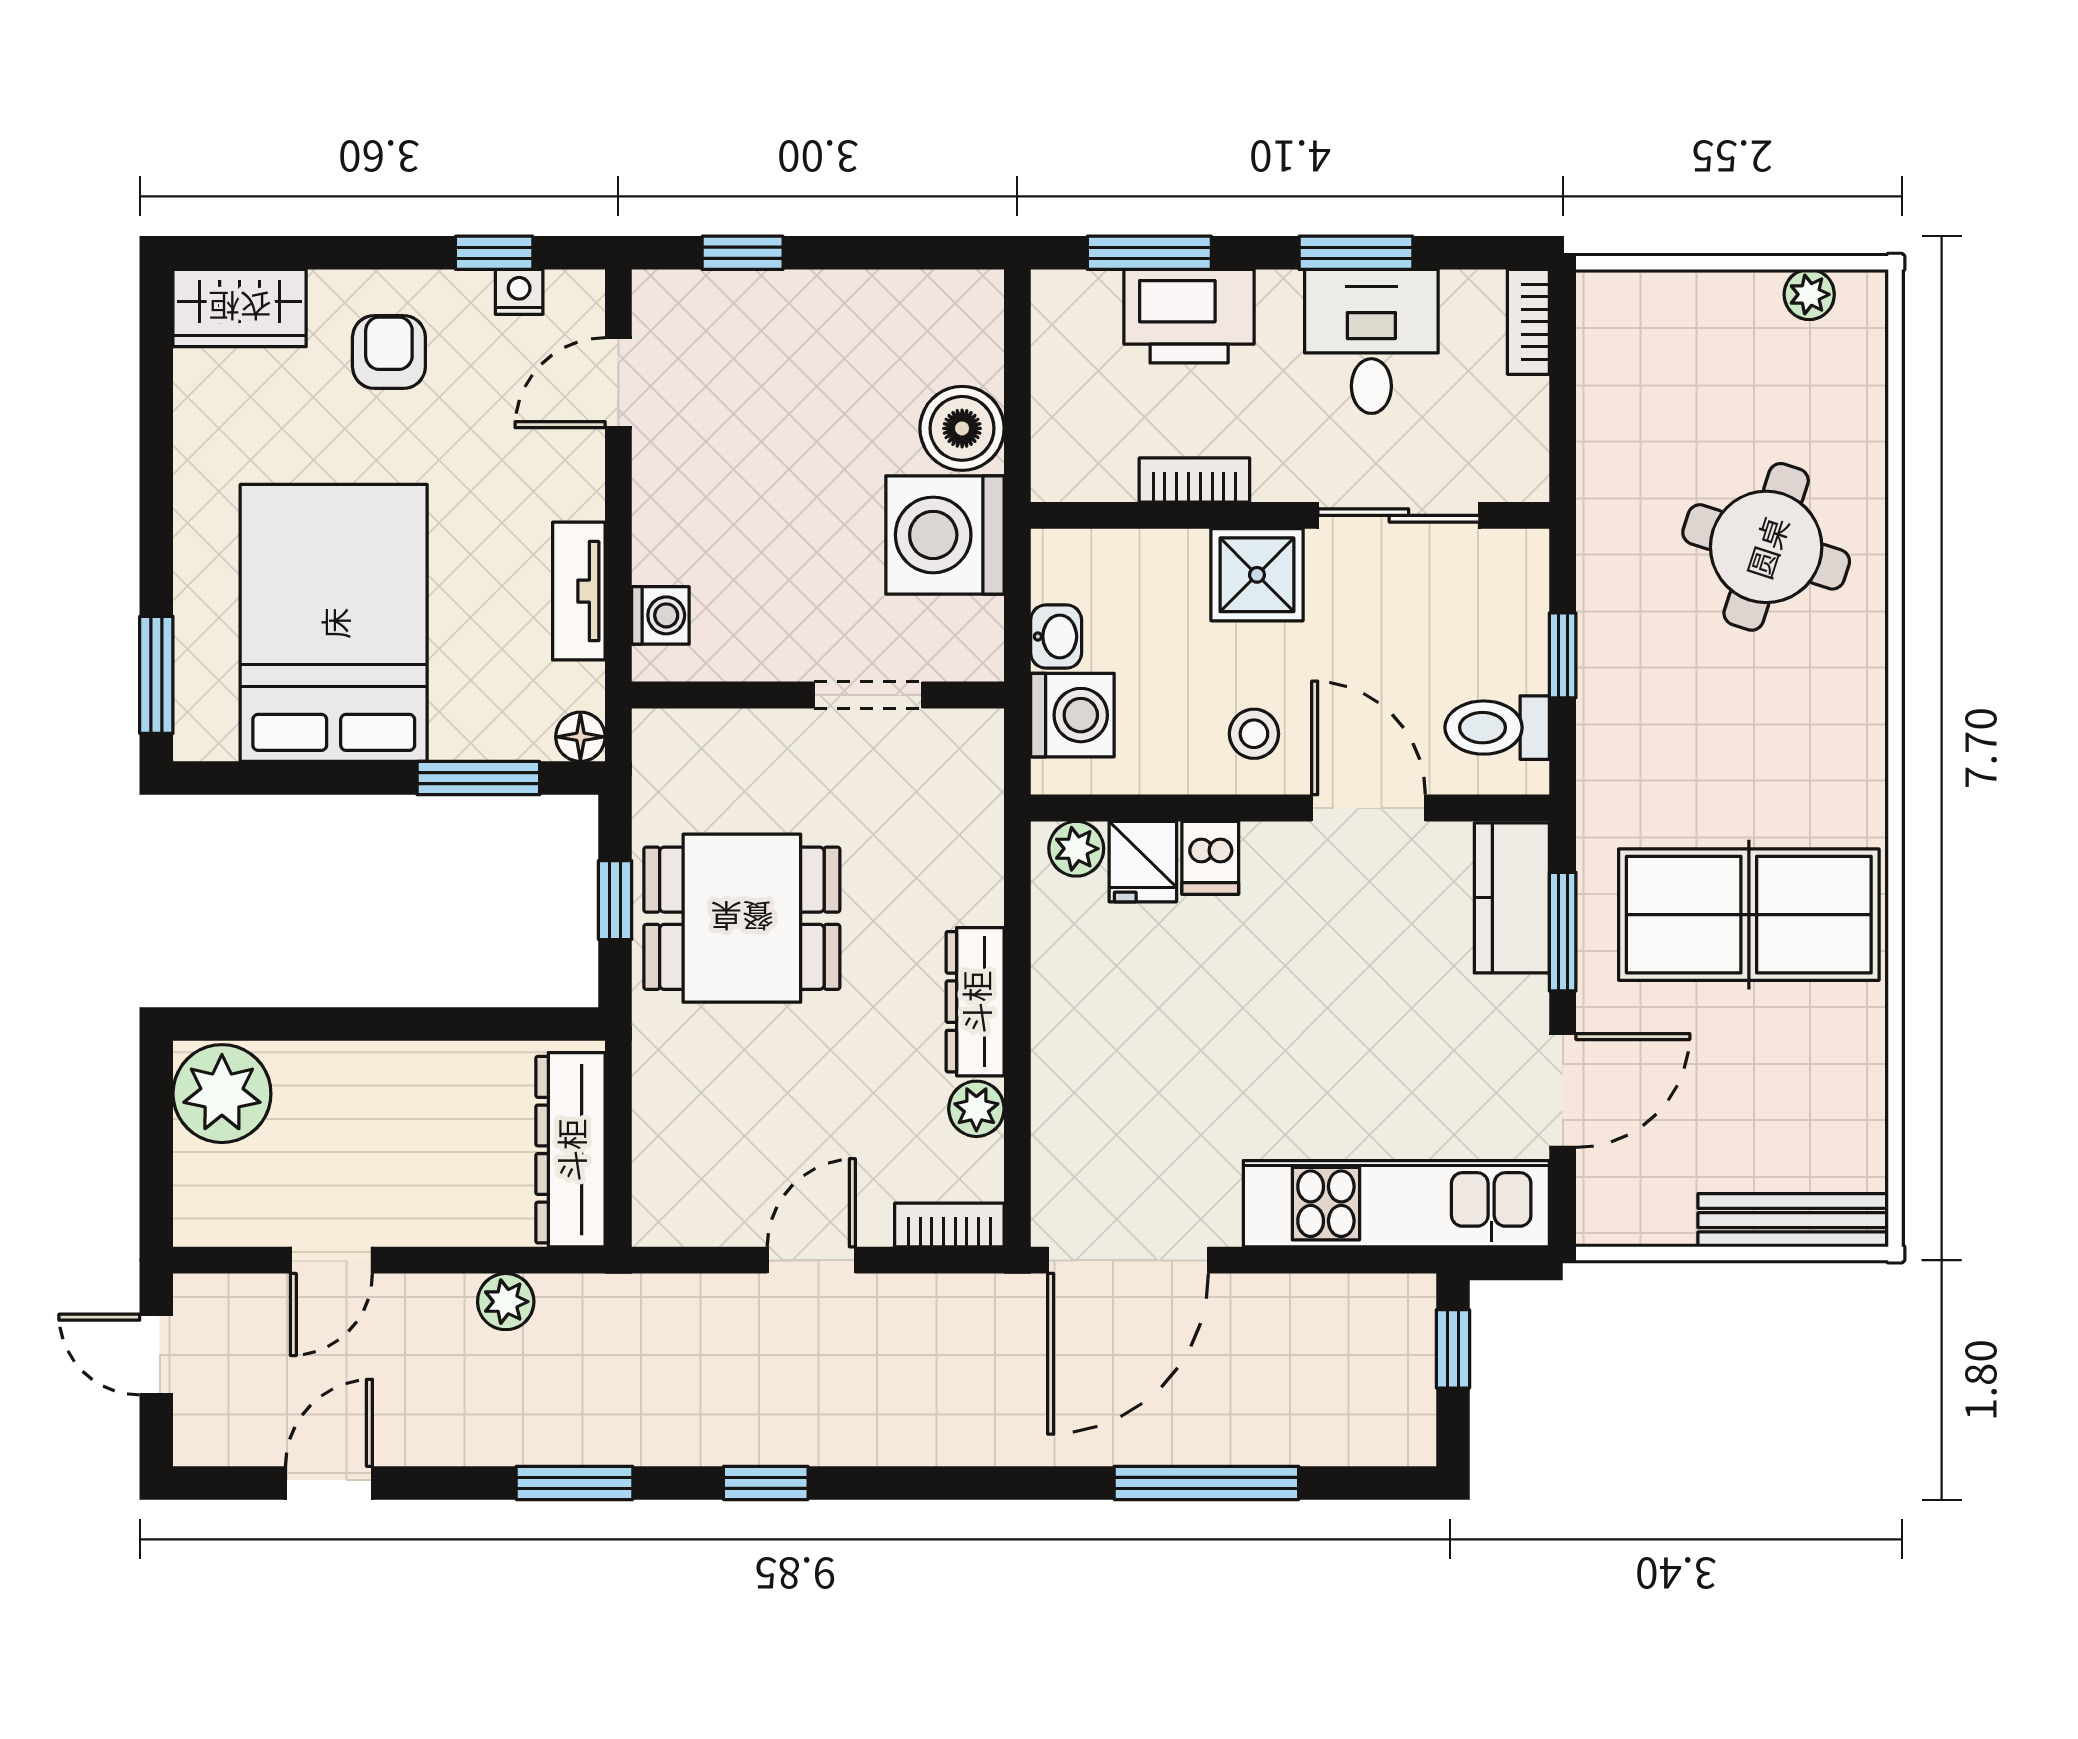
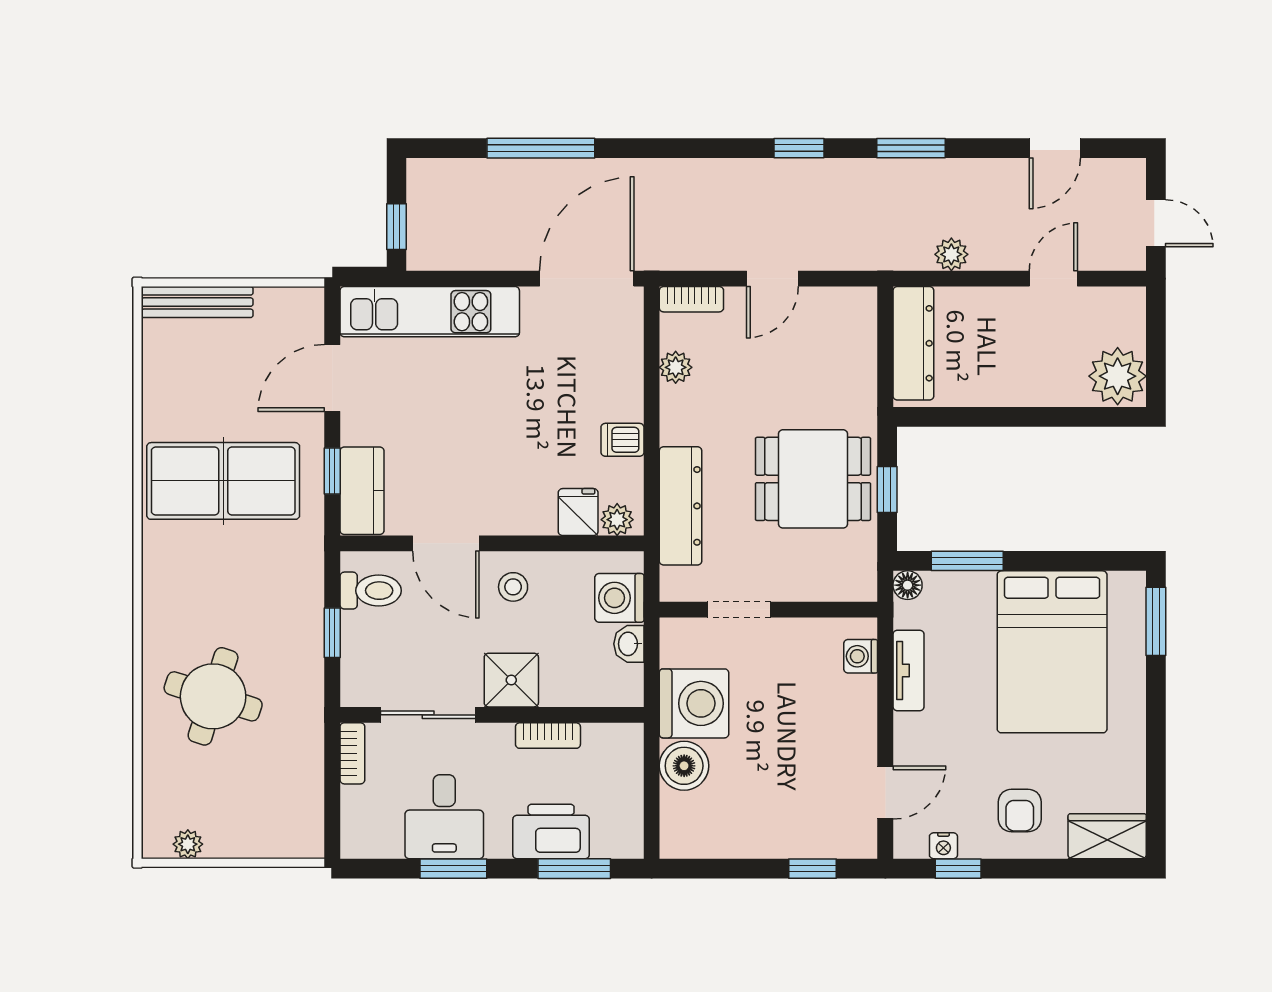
bookcase: (1528, 322) -> (352, 753), moved
dishwasher: (1210, 858) -> (622, 440), moved, turned -90
window: (1563, 932) -> (332, 471), width x0.67
dresser: (975, 1002) -> (681, 506), moved, width x1.37, depth x1.24

